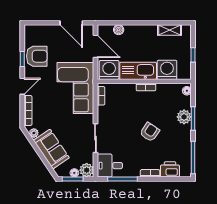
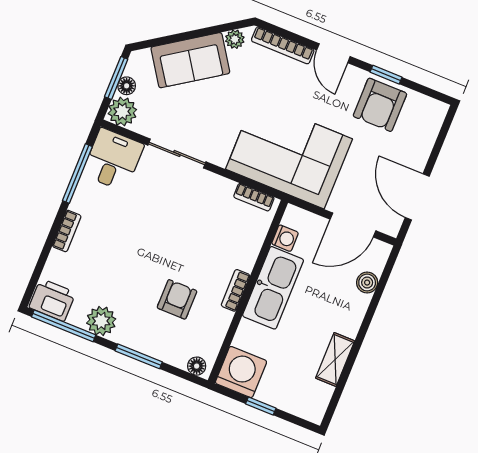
door: (71, 23) -> (417, 197), hinge flipped
shelving: (170, 30) -> (335, 359), moved
washing machine: (109, 70) -> (285, 238), width x0.53, depth x0.53
washing machine: (167, 70) -> (241, 372), moved, turned -90
plant: (184, 117) -> (101, 321), moved
armchair: (150, 132) -> (177, 299), moved, turned -124
printer: (170, 169) -> (52, 300), moved, turned -90

